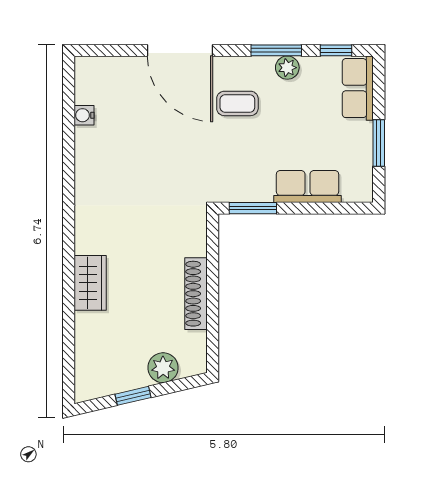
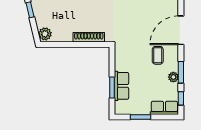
window: (253, 208) -> (112, 88), moved
shoe rack: (196, 294) -> (89, 37), moved
plant: (163, 368) -> (45, 34), moved

